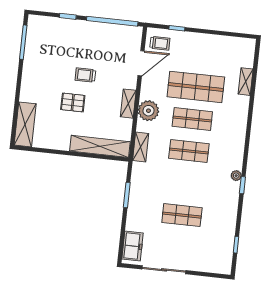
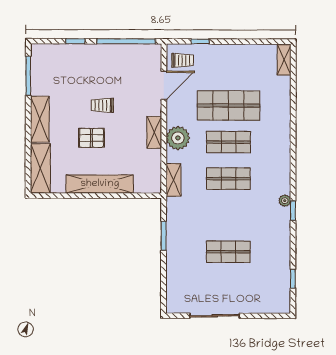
shelving: (29, 81) -> (40, 119), added
shelving: (246, 82) -> (284, 60), moved
shelving: (100, 146) -> (100, 184), moved
freezer: (133, 246) -> (176, 293), removed

